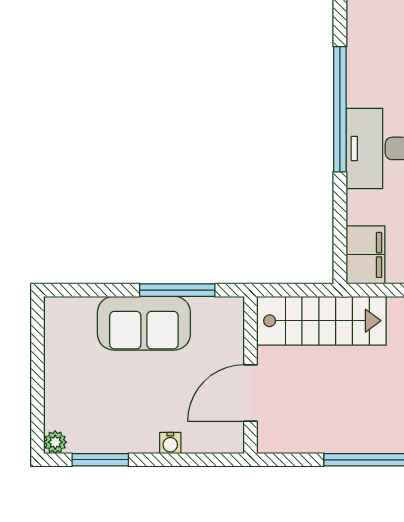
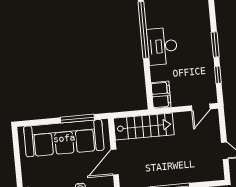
sofa: (144, 323) -> (64, 138), width x1.85, depth x1.27

